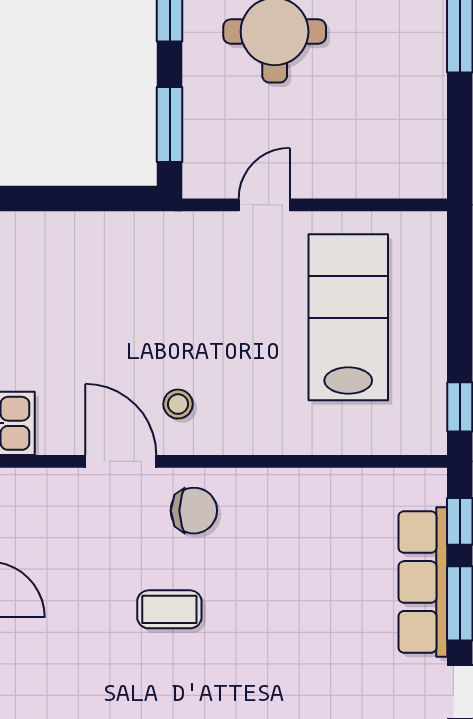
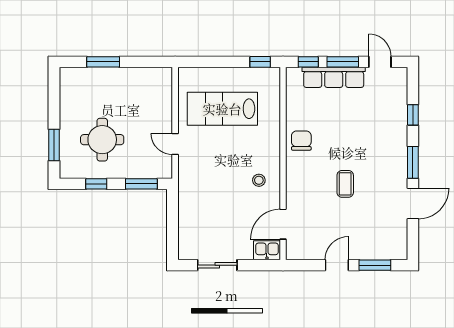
door: (121, 461) -> (283, 224), moved
chair: (194, 511) -> (301, 141), moved

